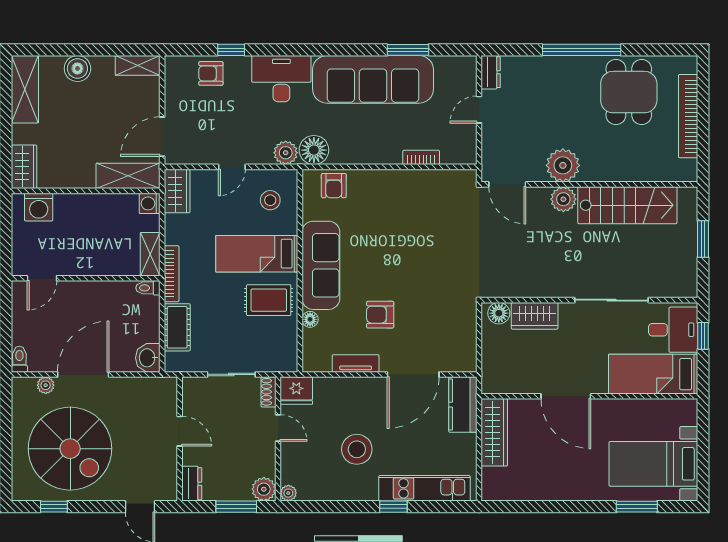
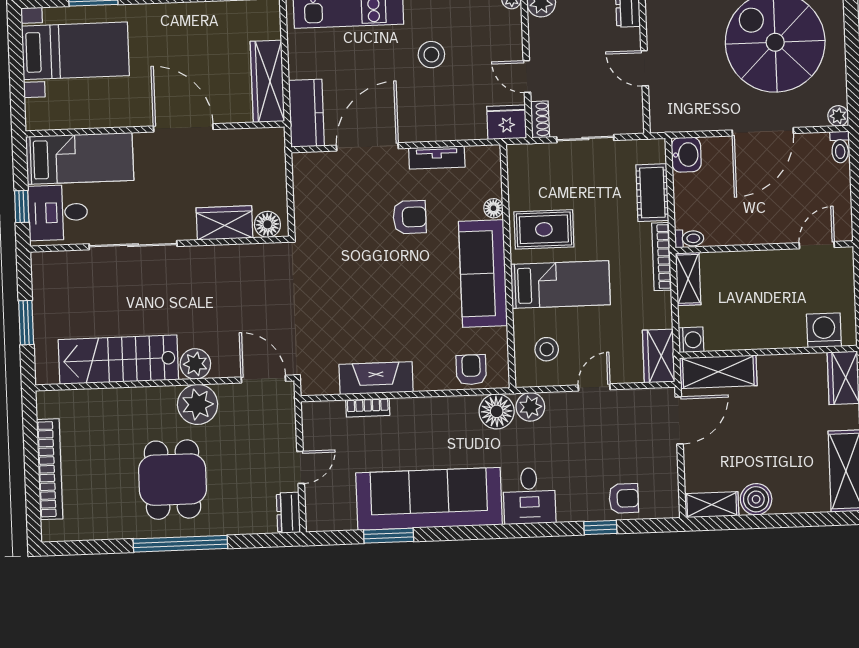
boiler: (77, 68) -> (756, 499), moved
desk: (281, 79) -> (529, 496), width x0.73
dining table: (629, 92) -> (172, 480), moved
fireplace: (413, 182) -> (376, 378), added
plant: (46, 385) -> (838, 116), moved
stool: (357, 449) -> (431, 55), width x0.73, depth x0.73

